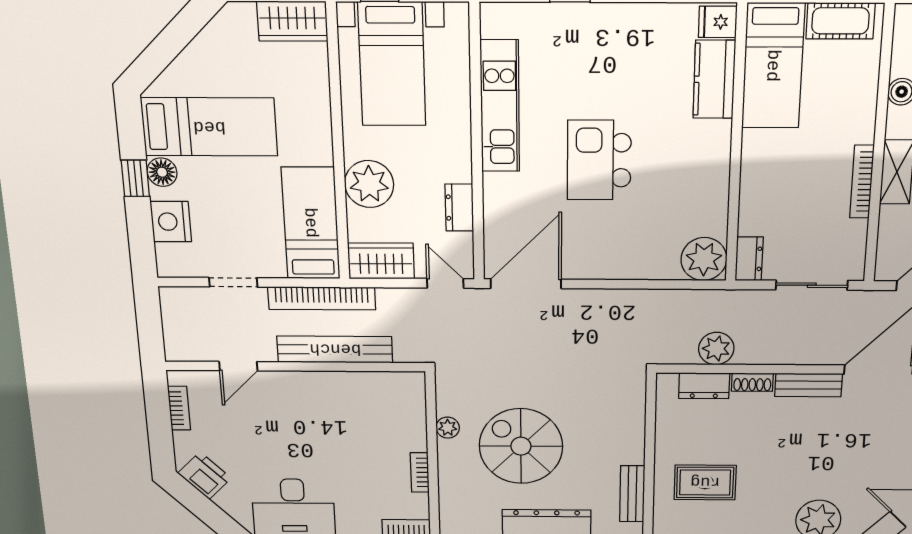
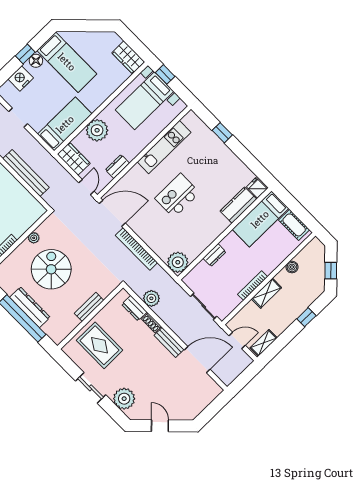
dresser: (749, 259) -> (214, 255), moved
bookcase: (322, 298) -> (136, 249), moved
rug: (705, 482) -> (100, 345), width x1.36, depth x1.43
bench: (632, 494) -> (89, 307), moved

